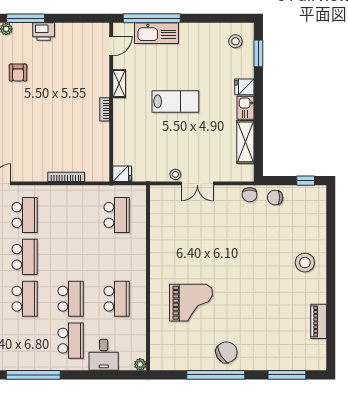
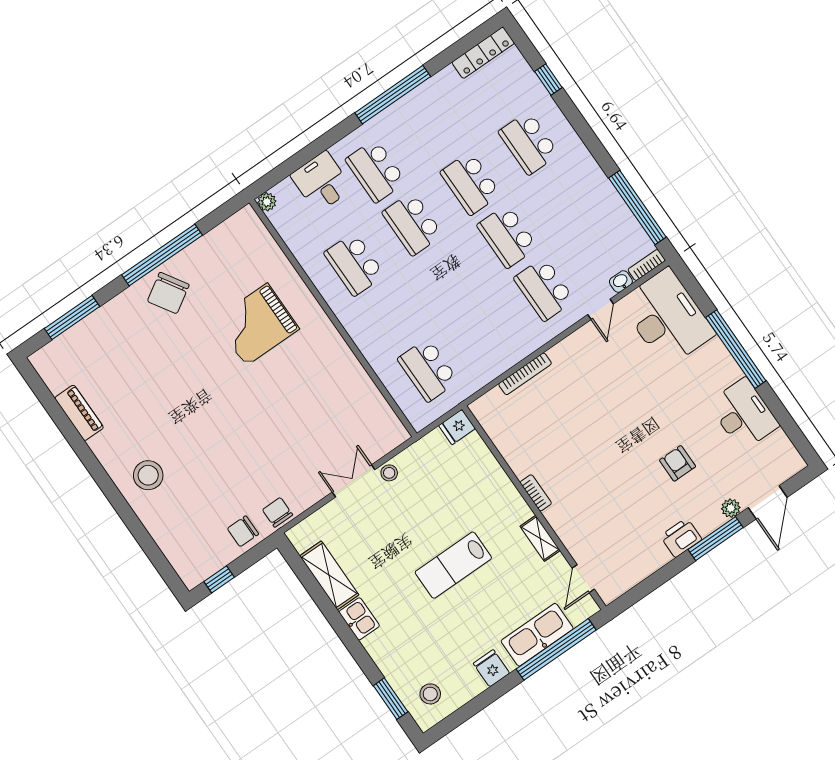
fridge: (244, 87) -> (491, 668), moved, turned -90
chair: (275, 197) -> (243, 531), turned 180

